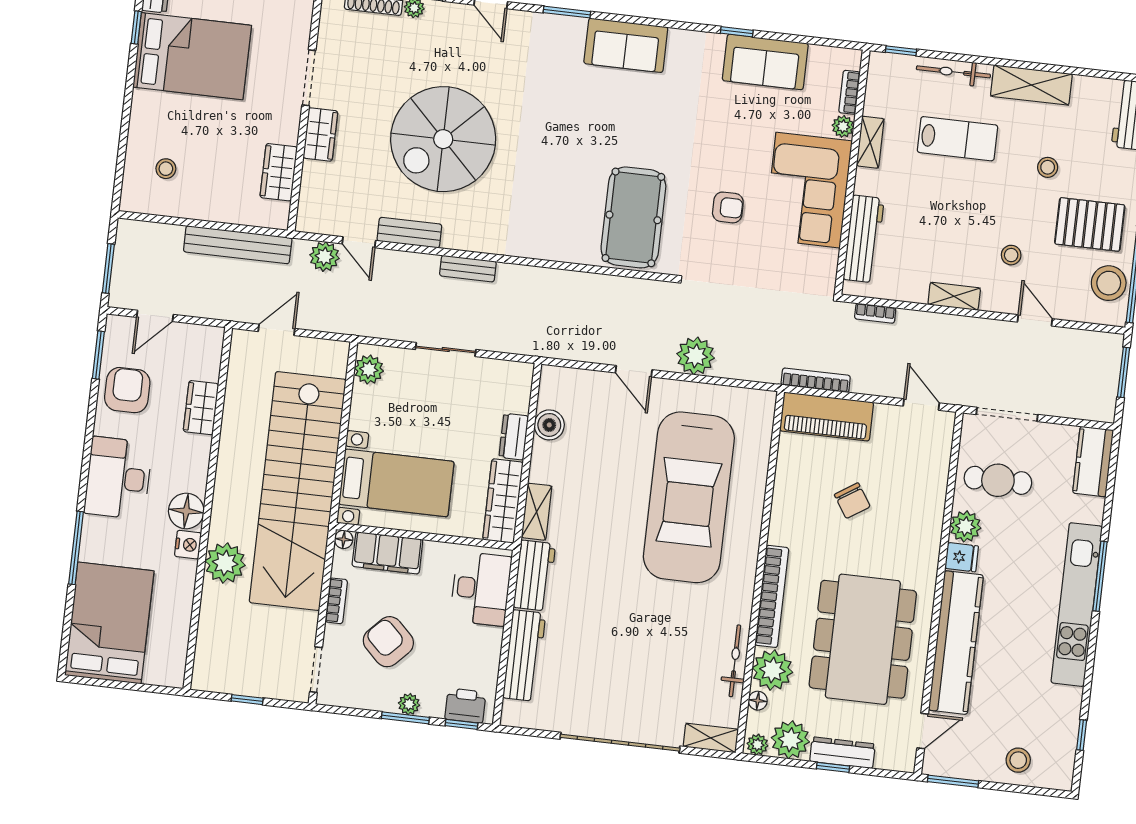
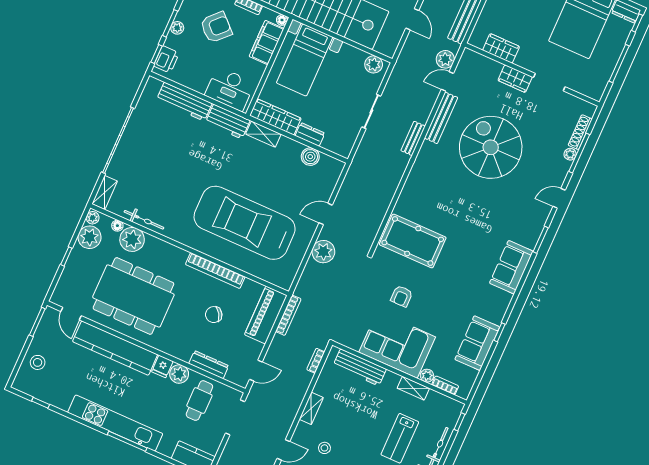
bench: (409, 233) -> (441, 118), width x1.36
bookcase: (772, 596) -> (215, 271), moved
dresser: (842, 753) -> (209, 365), moved, turned -90

